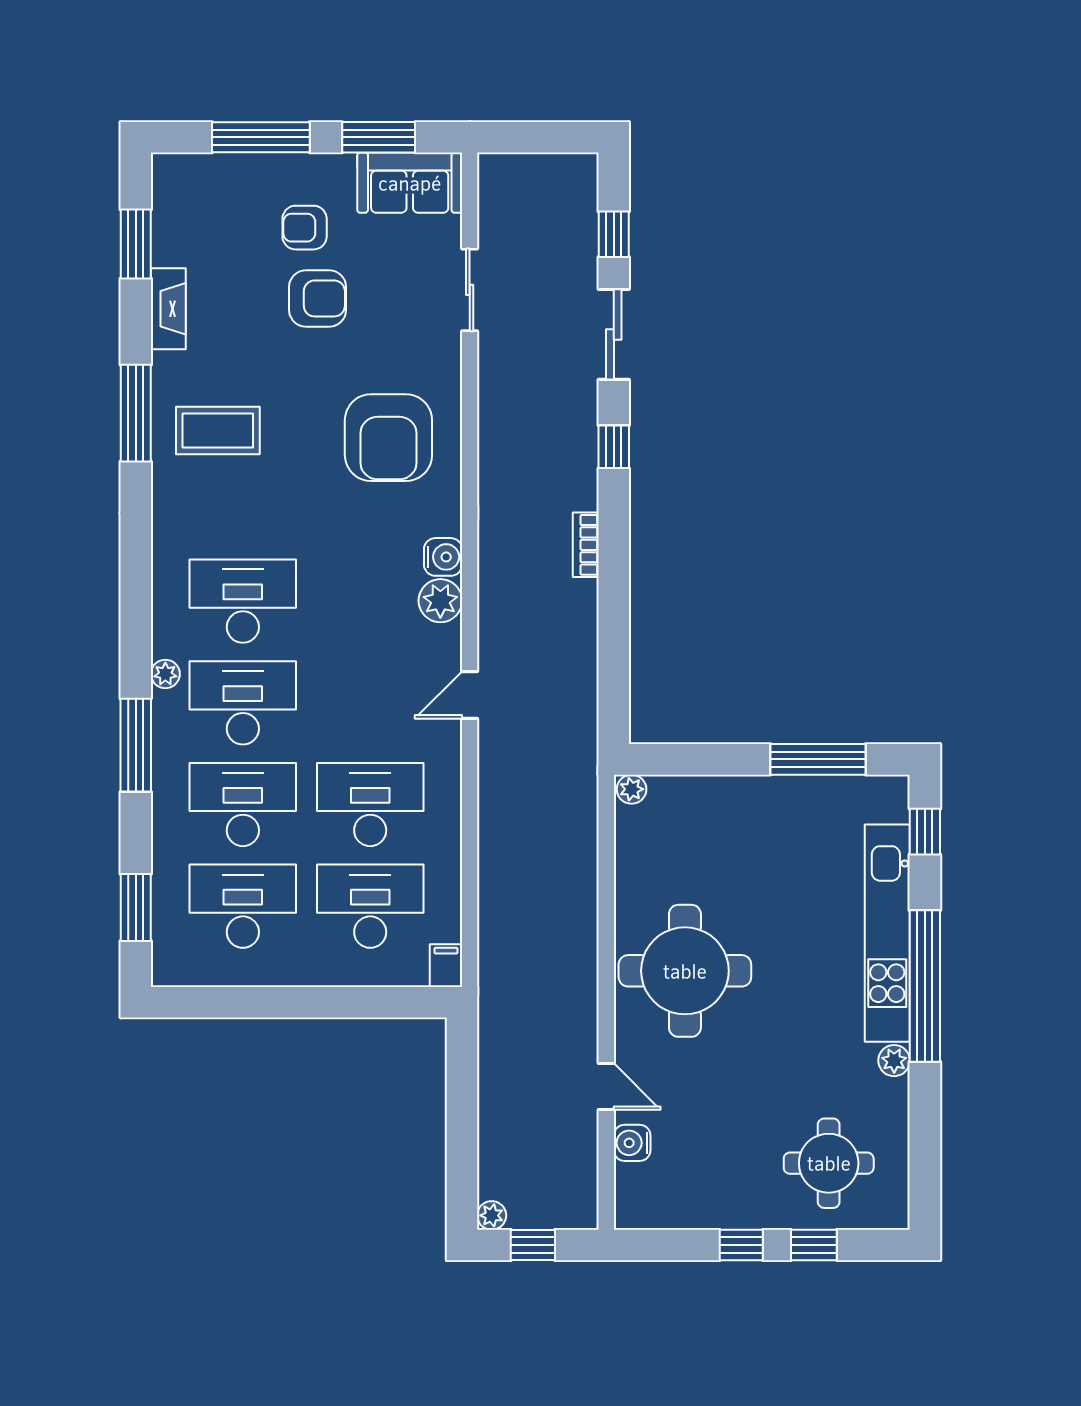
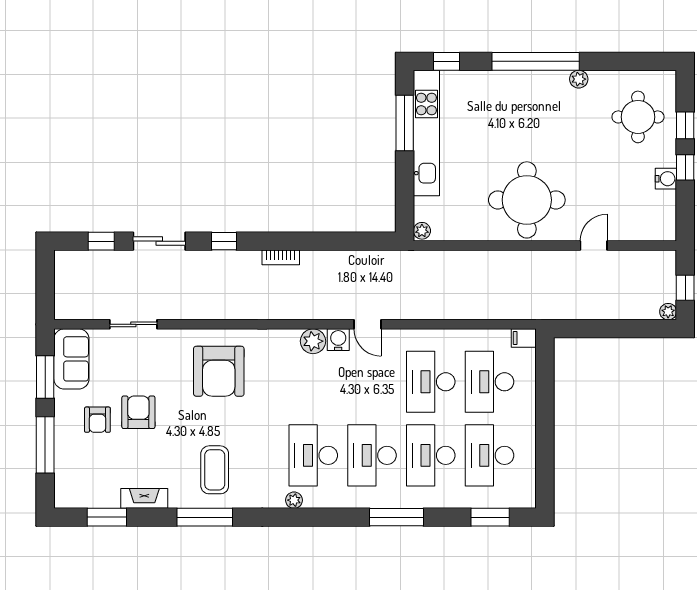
armchair: (388, 438) -> (219, 371), turned 90
water cooler: (443, 557) -> (338, 340), moved
plant: (165, 674) -> (294, 500), moved
kitchen unit: (887, 933) -> (426, 133), moved, turned -90
water cooler: (632, 1143) -> (666, 179), moved, turned -90

